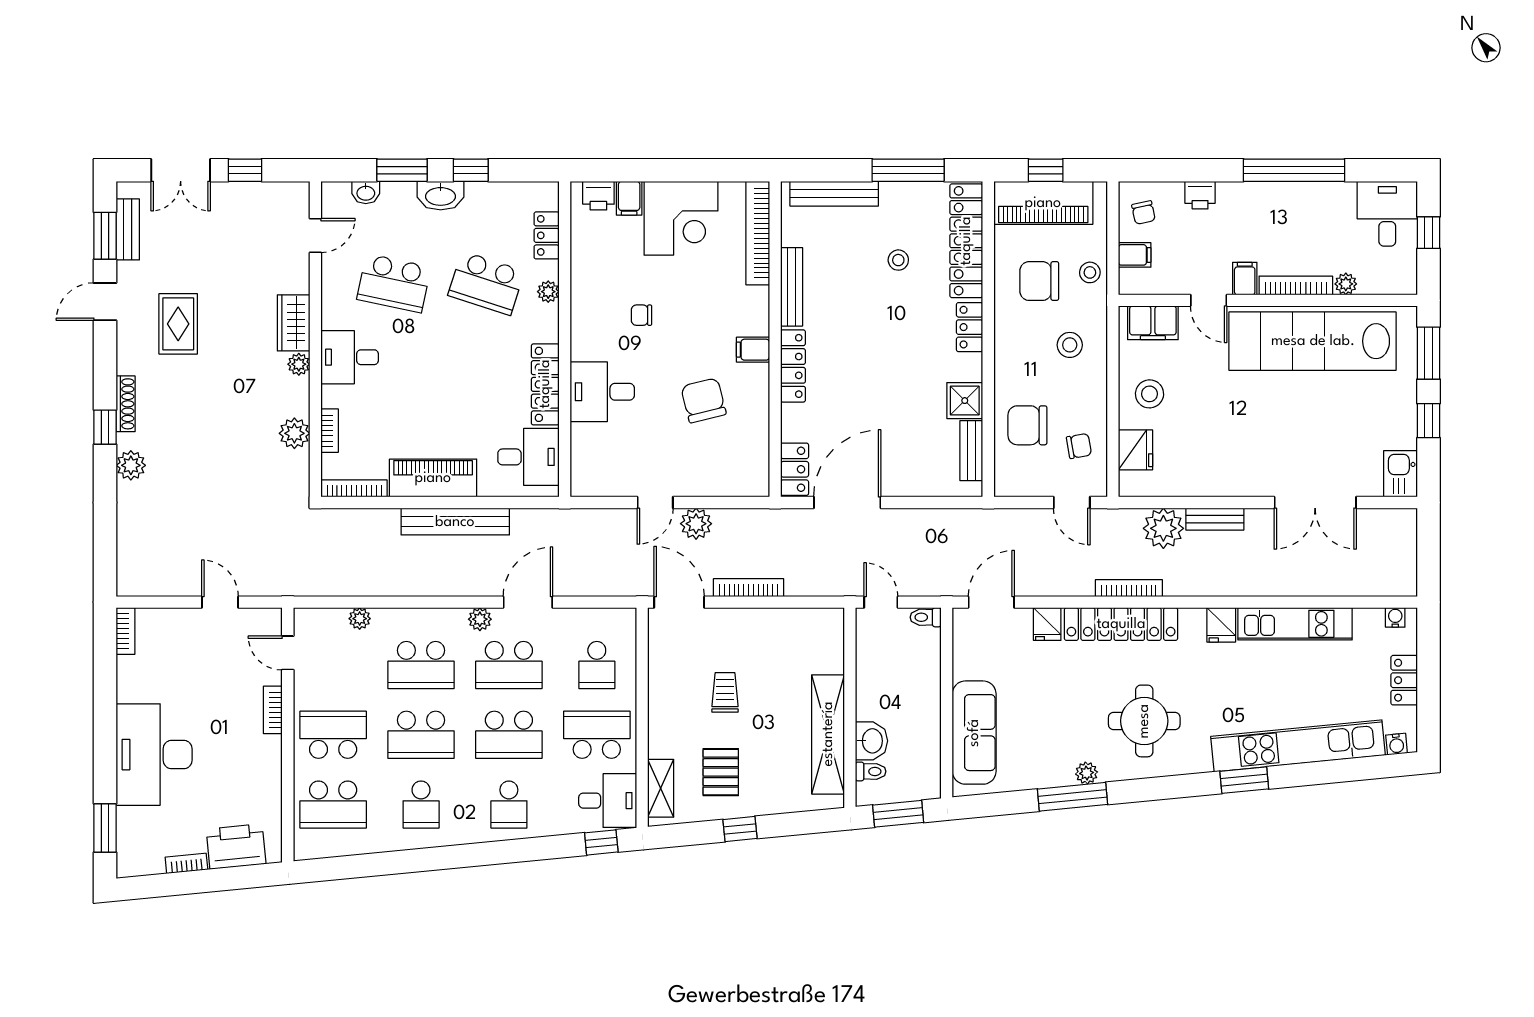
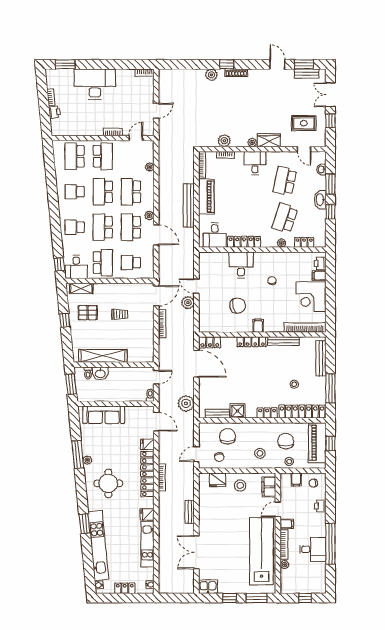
desk: (1387, 214) -> (313, 549), moved
rug: (178, 324) -> (304, 123), moved
plant: (1163, 528) -> (186, 403), moved
printer: (236, 847) -> (55, 112), width x0.53, depth x0.68

